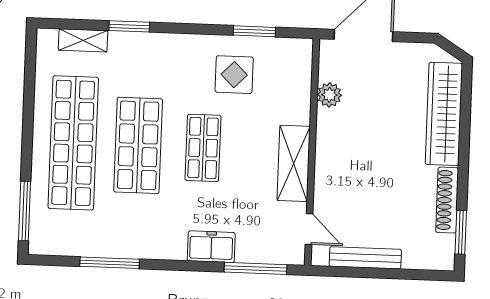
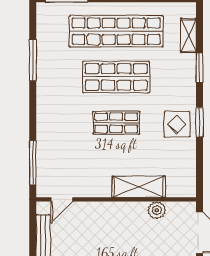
window: (254, 31) -> (200, 122), moved
display table: (234, 75) -> (177, 124), moved
shelving: (294, 163) -> (139, 187), moved
freezer: (211, 247) -> (47, 131), removed

